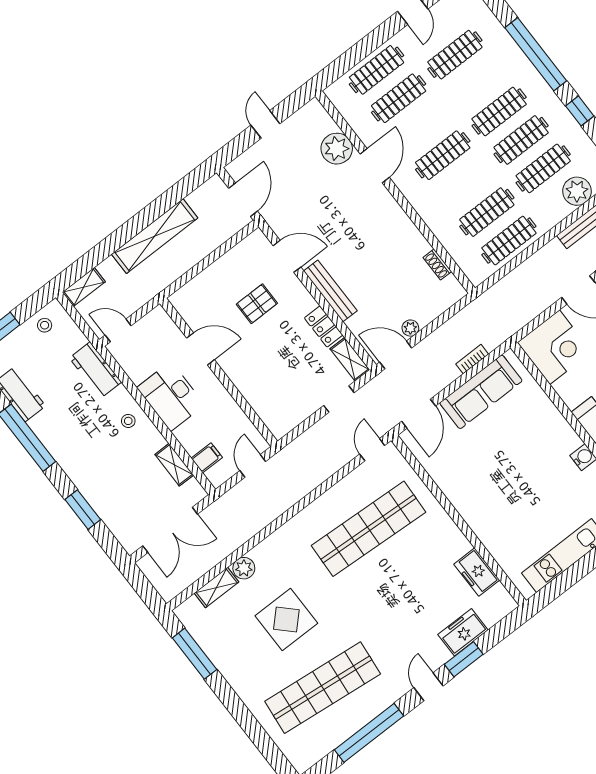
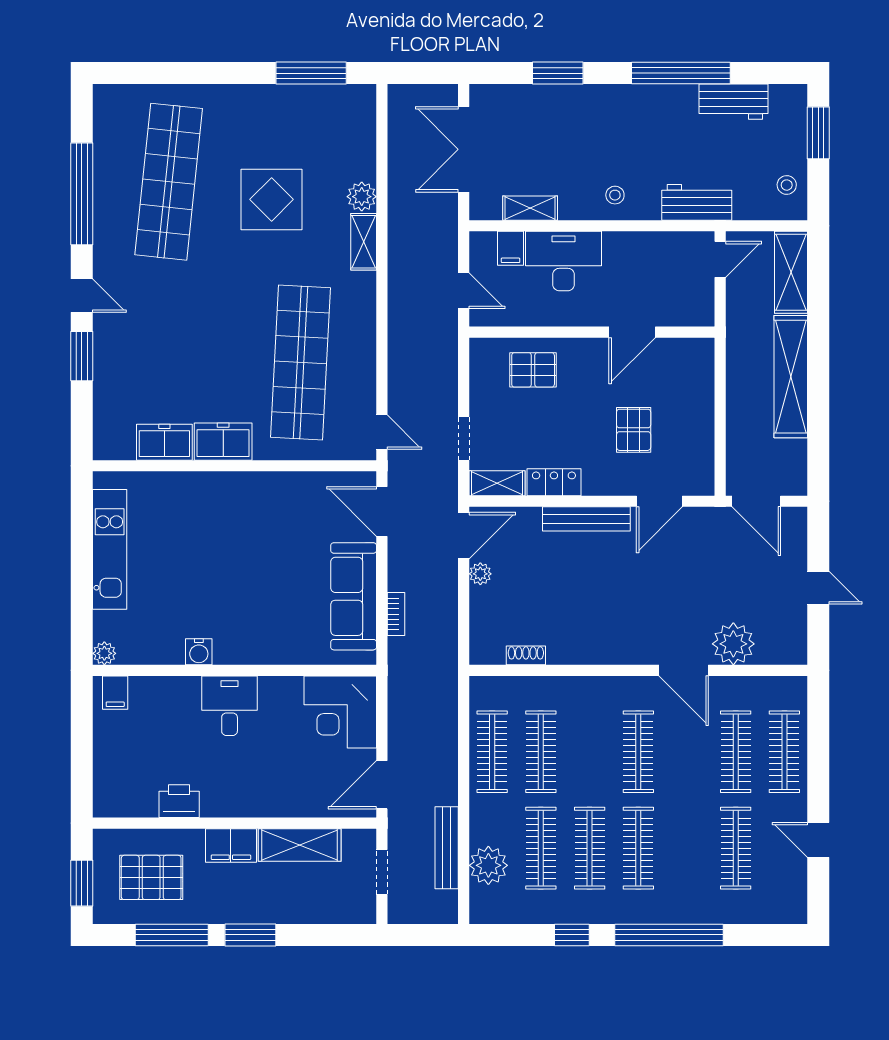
shelving: (84, 287) -> (791, 272), width x1.50, depth x1.33
pallet: (267, 390) -> (533, 370), added
desk: (171, 396) -> (564, 261), moved
shelving: (217, 587) -> (364, 242), moved
freezer: (463, 632) -> (223, 442), moved, turned -90

